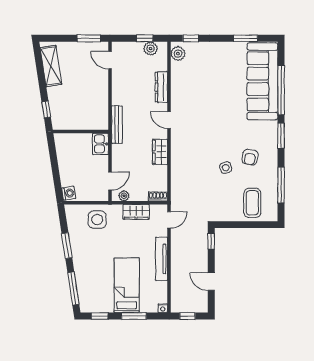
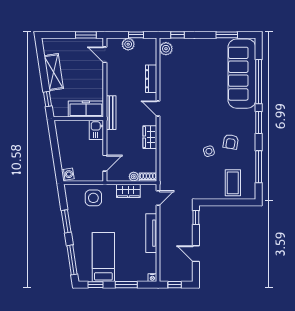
plant: (150, 49) -> (128, 44), moved
shelving: (51, 66) -> (54, 72), moved
freezer: (89, 121) -> (86, 109), added
plant: (124, 196) -> (134, 177), moved
bed: (127, 285) -> (103, 257), moved

